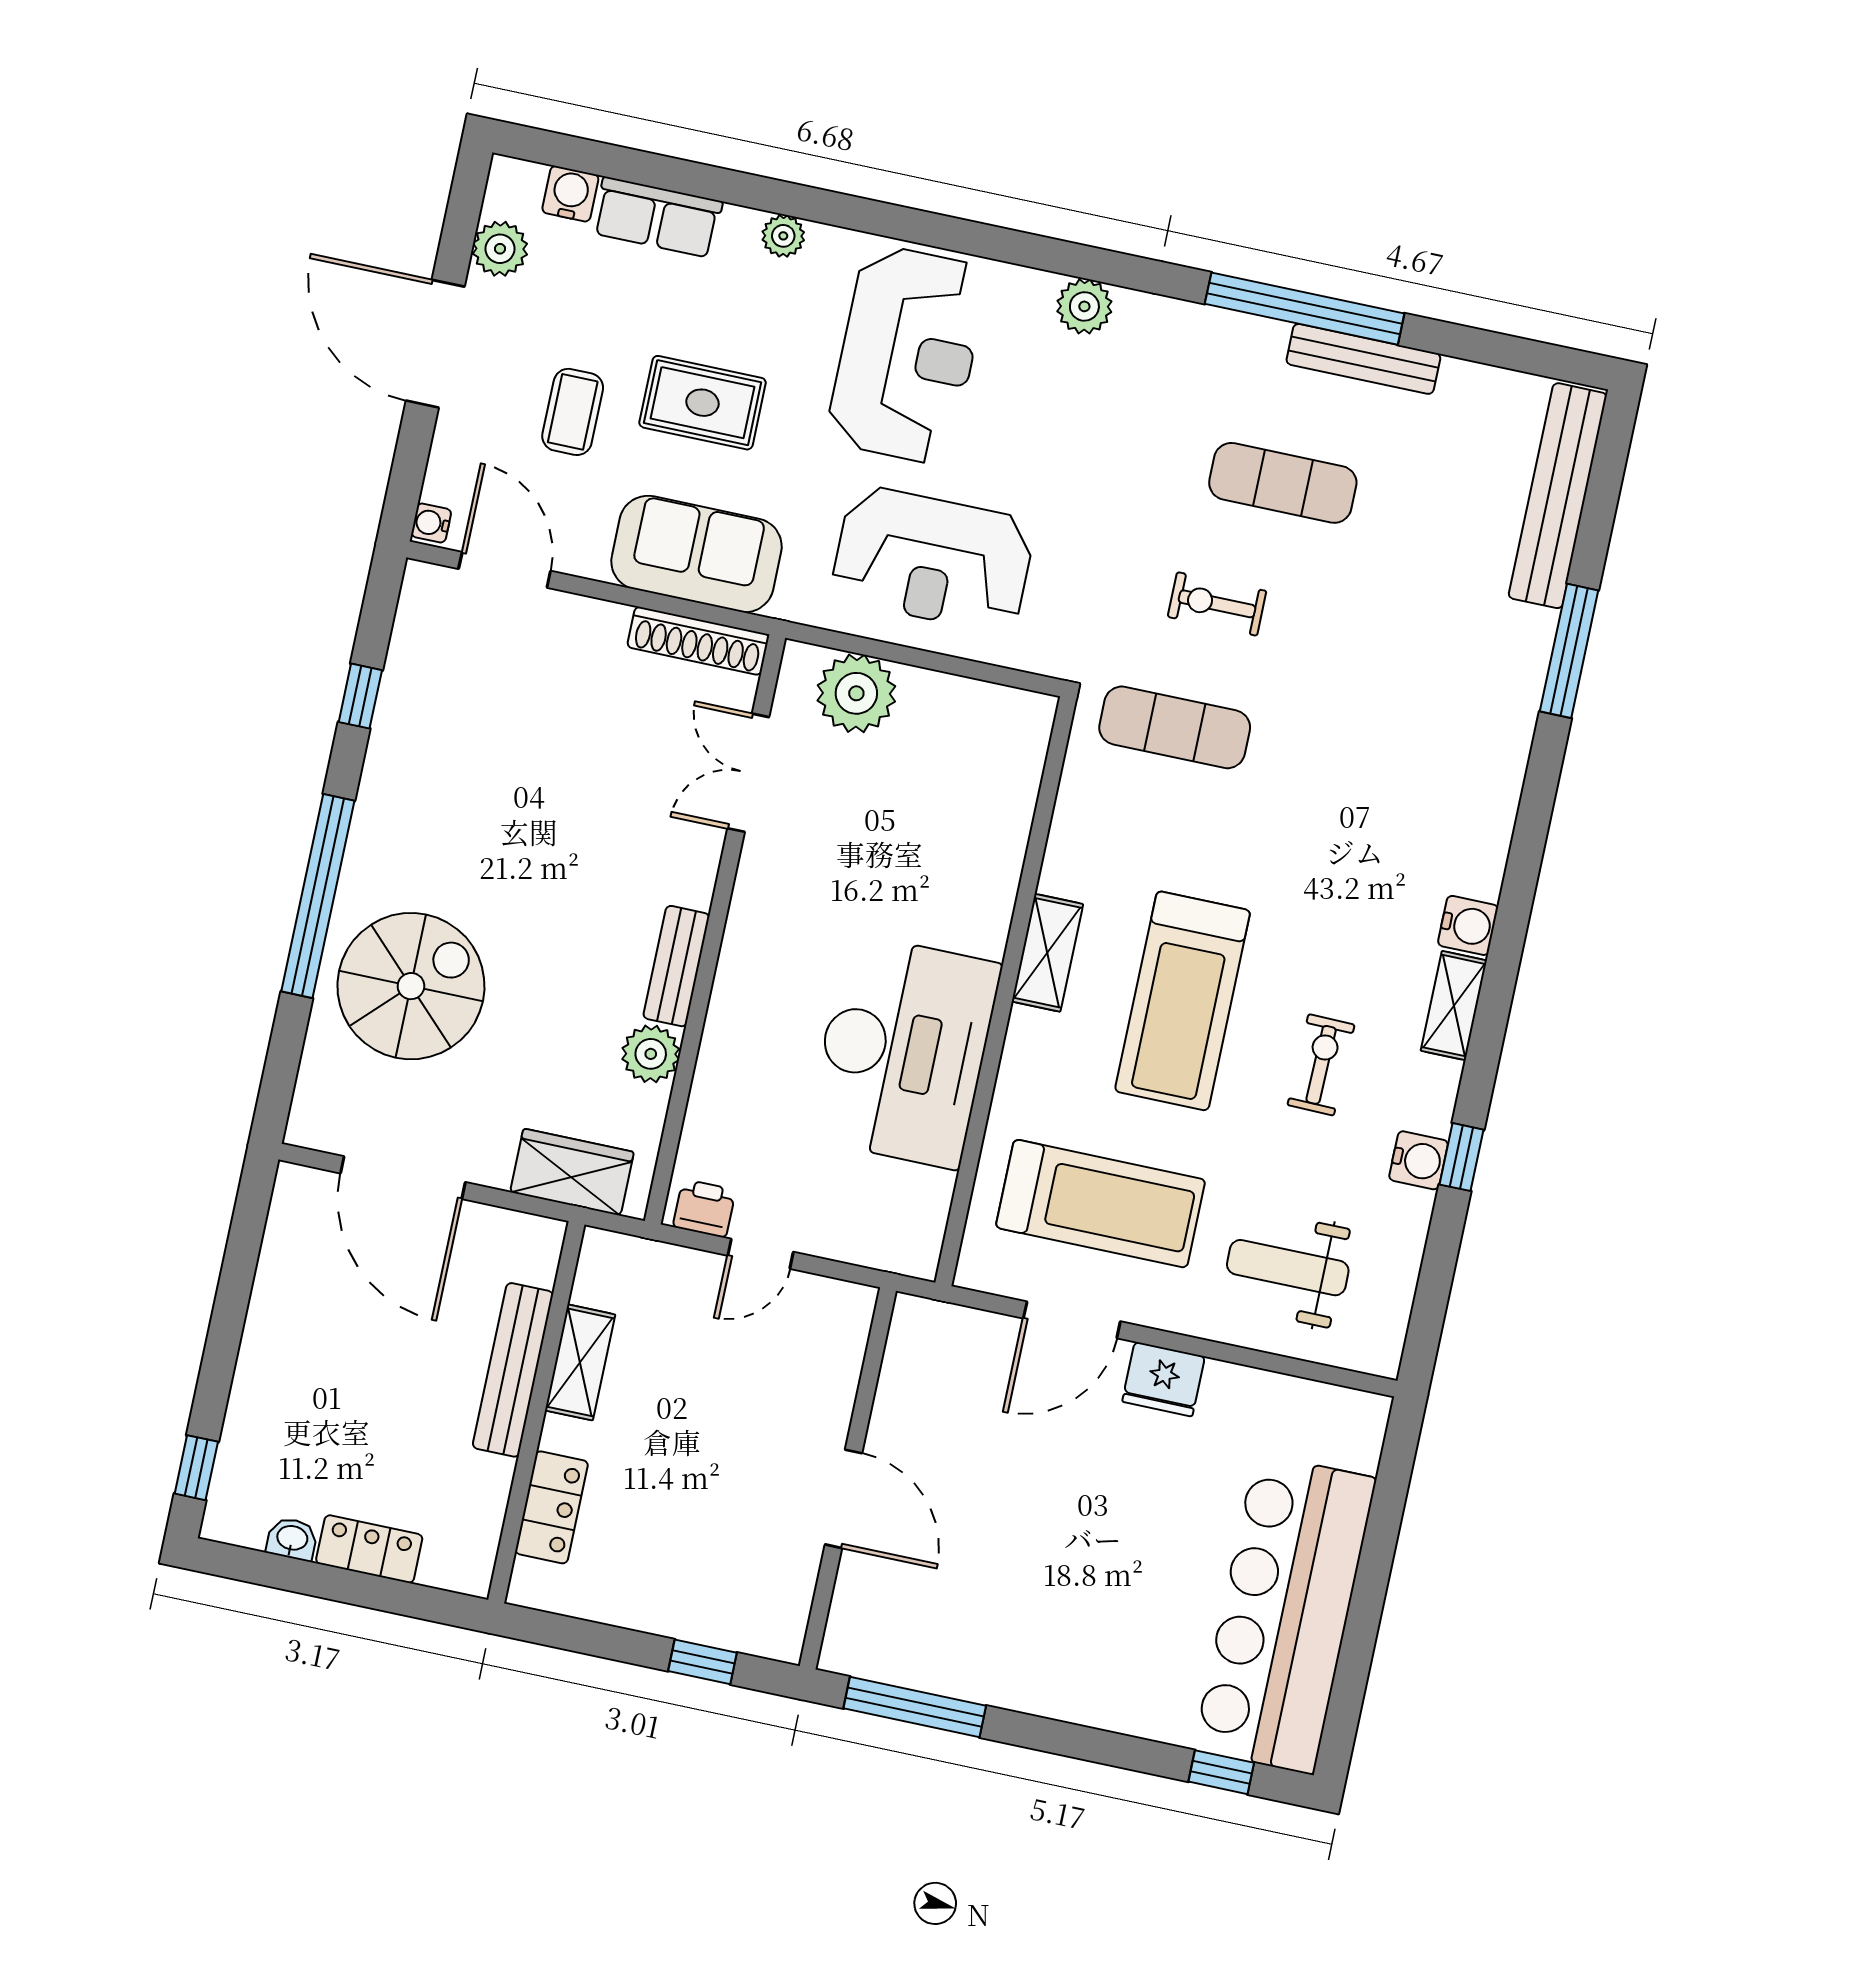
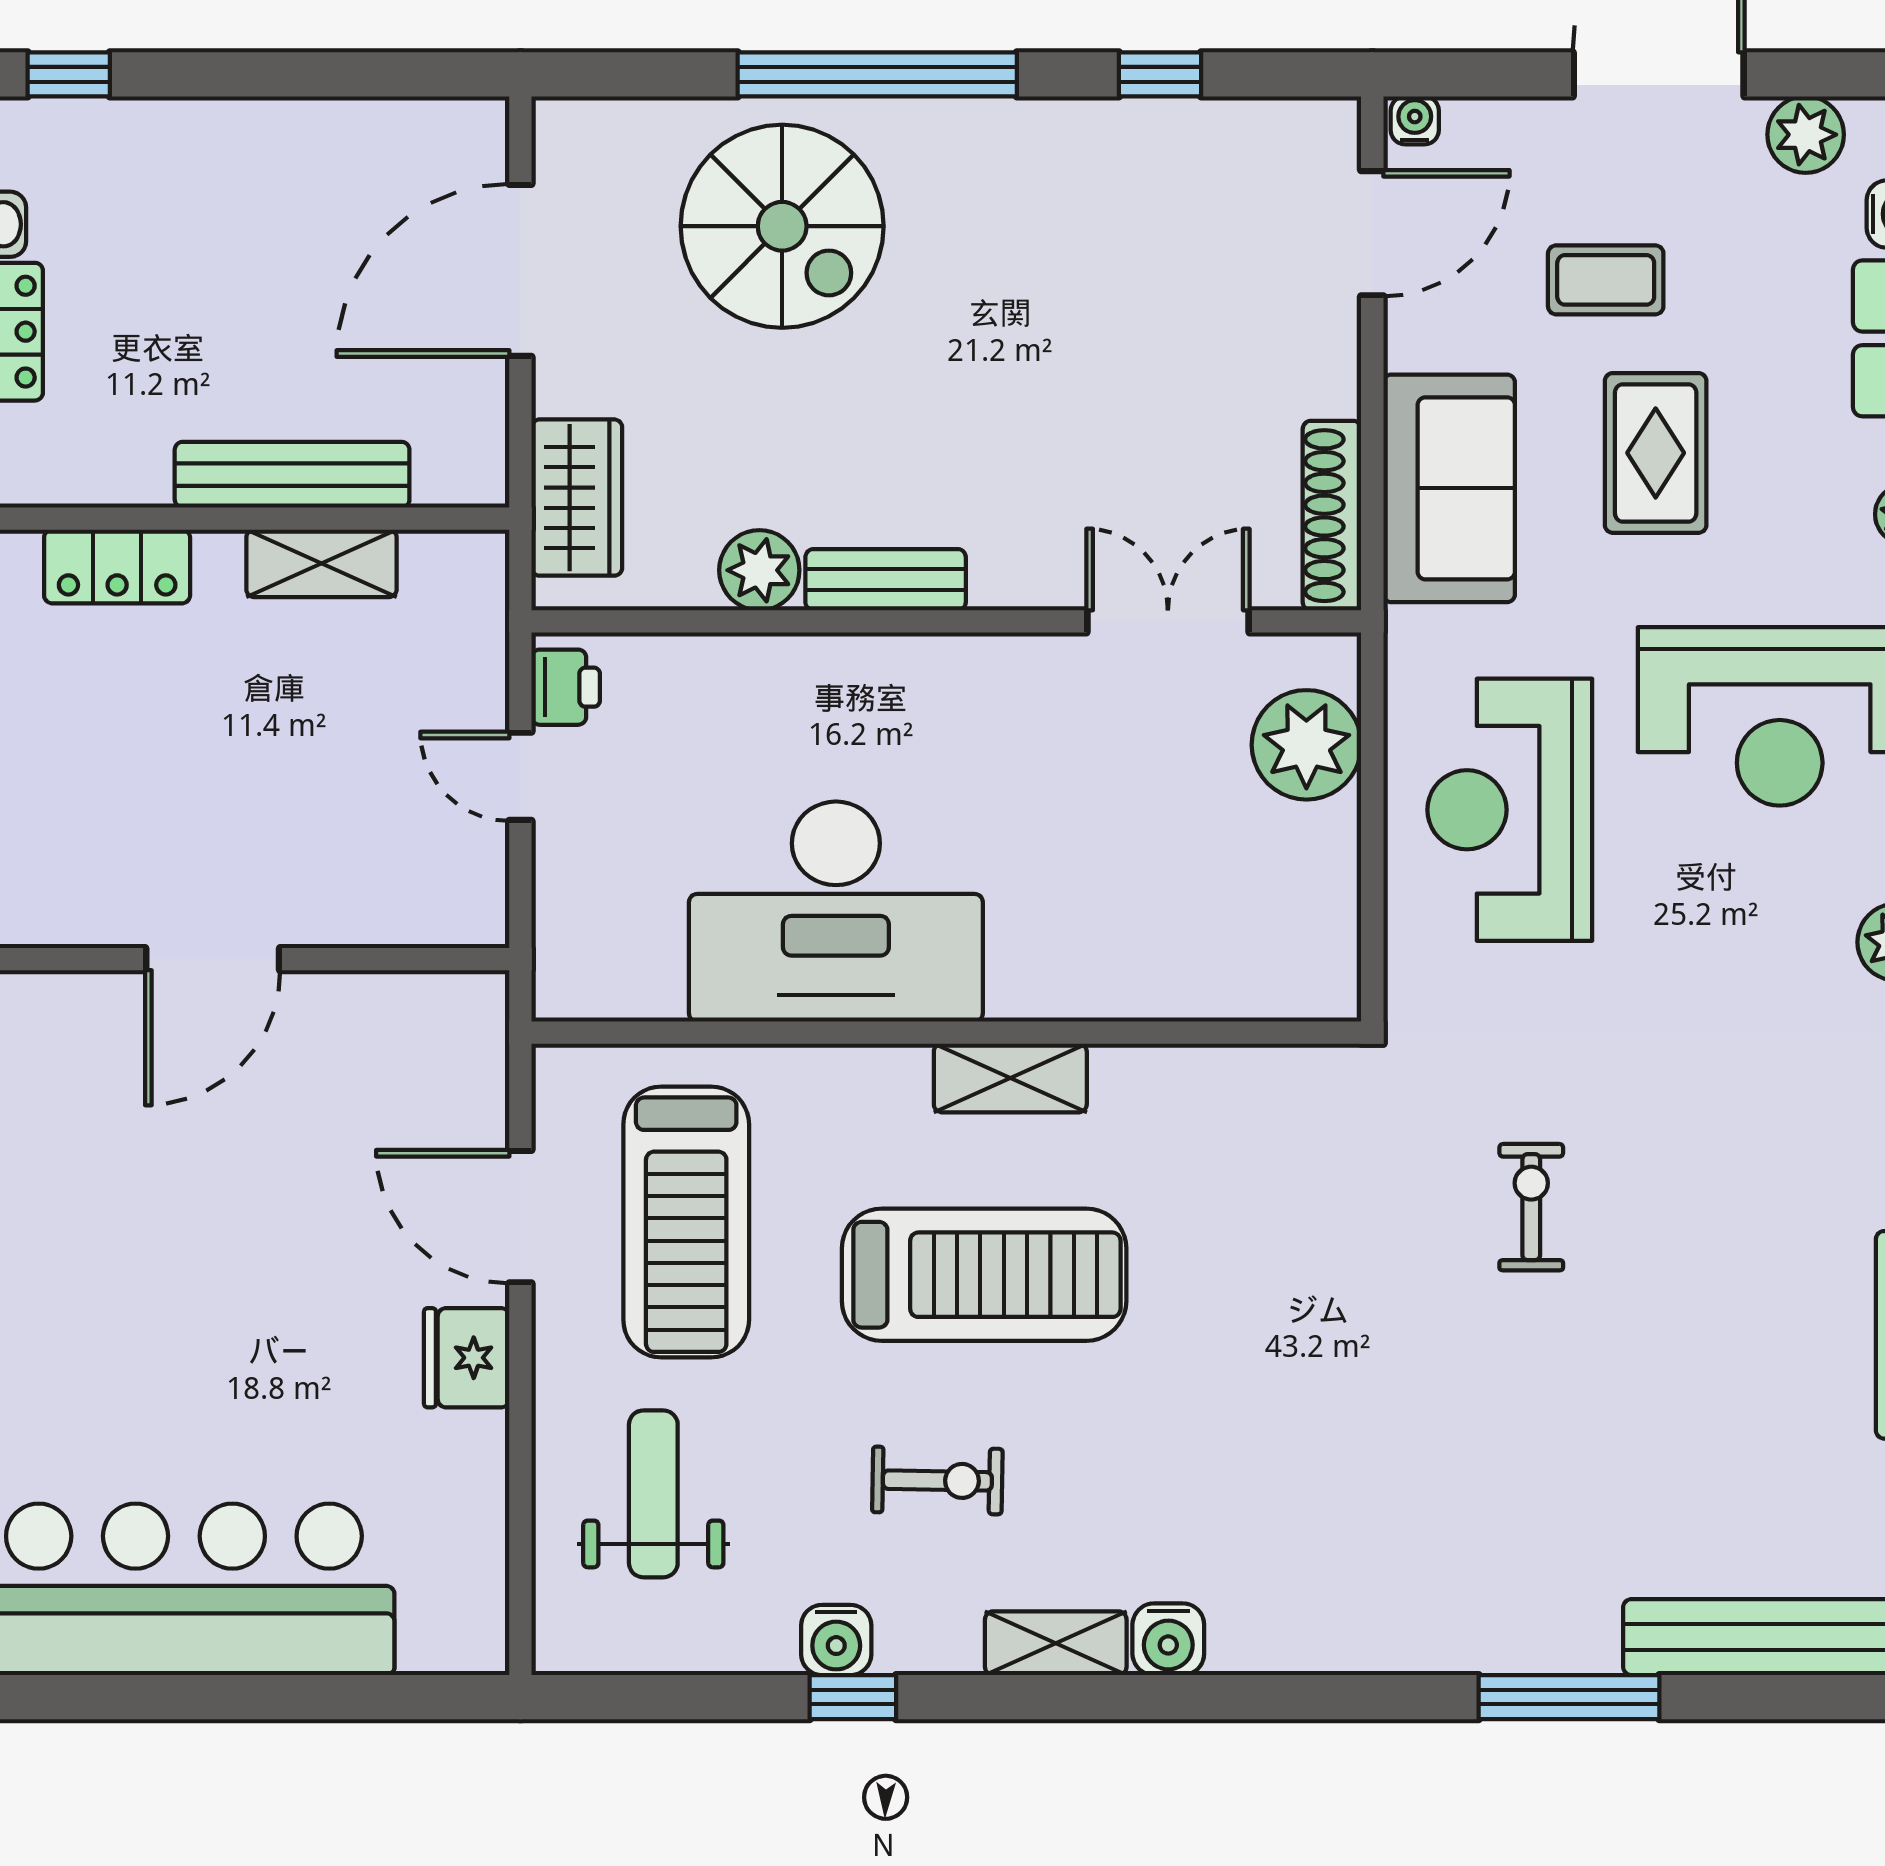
exercise mat: (1283, 483) -> (1714, 1261), removed
exercise mat: (1175, 727) -> (1352, 1185), removed
treadmill: (1183, 1001) -> (984, 1275), turned 180

